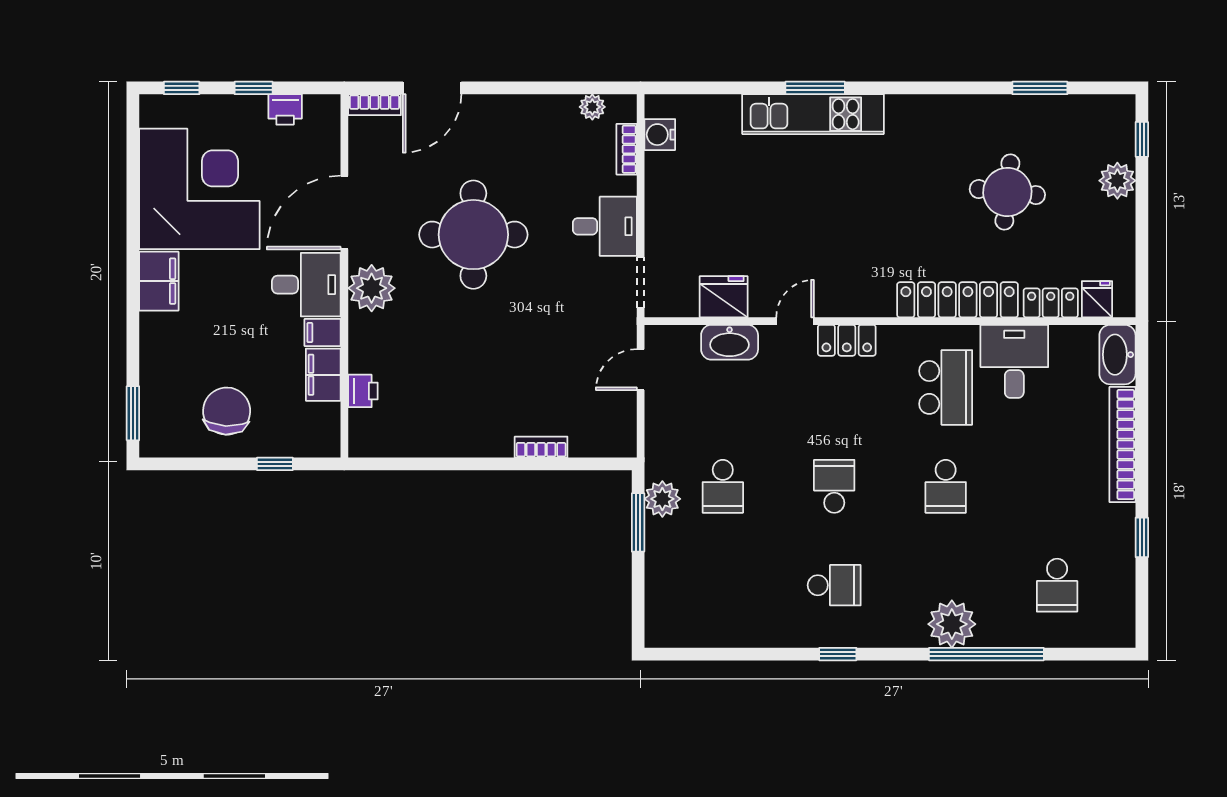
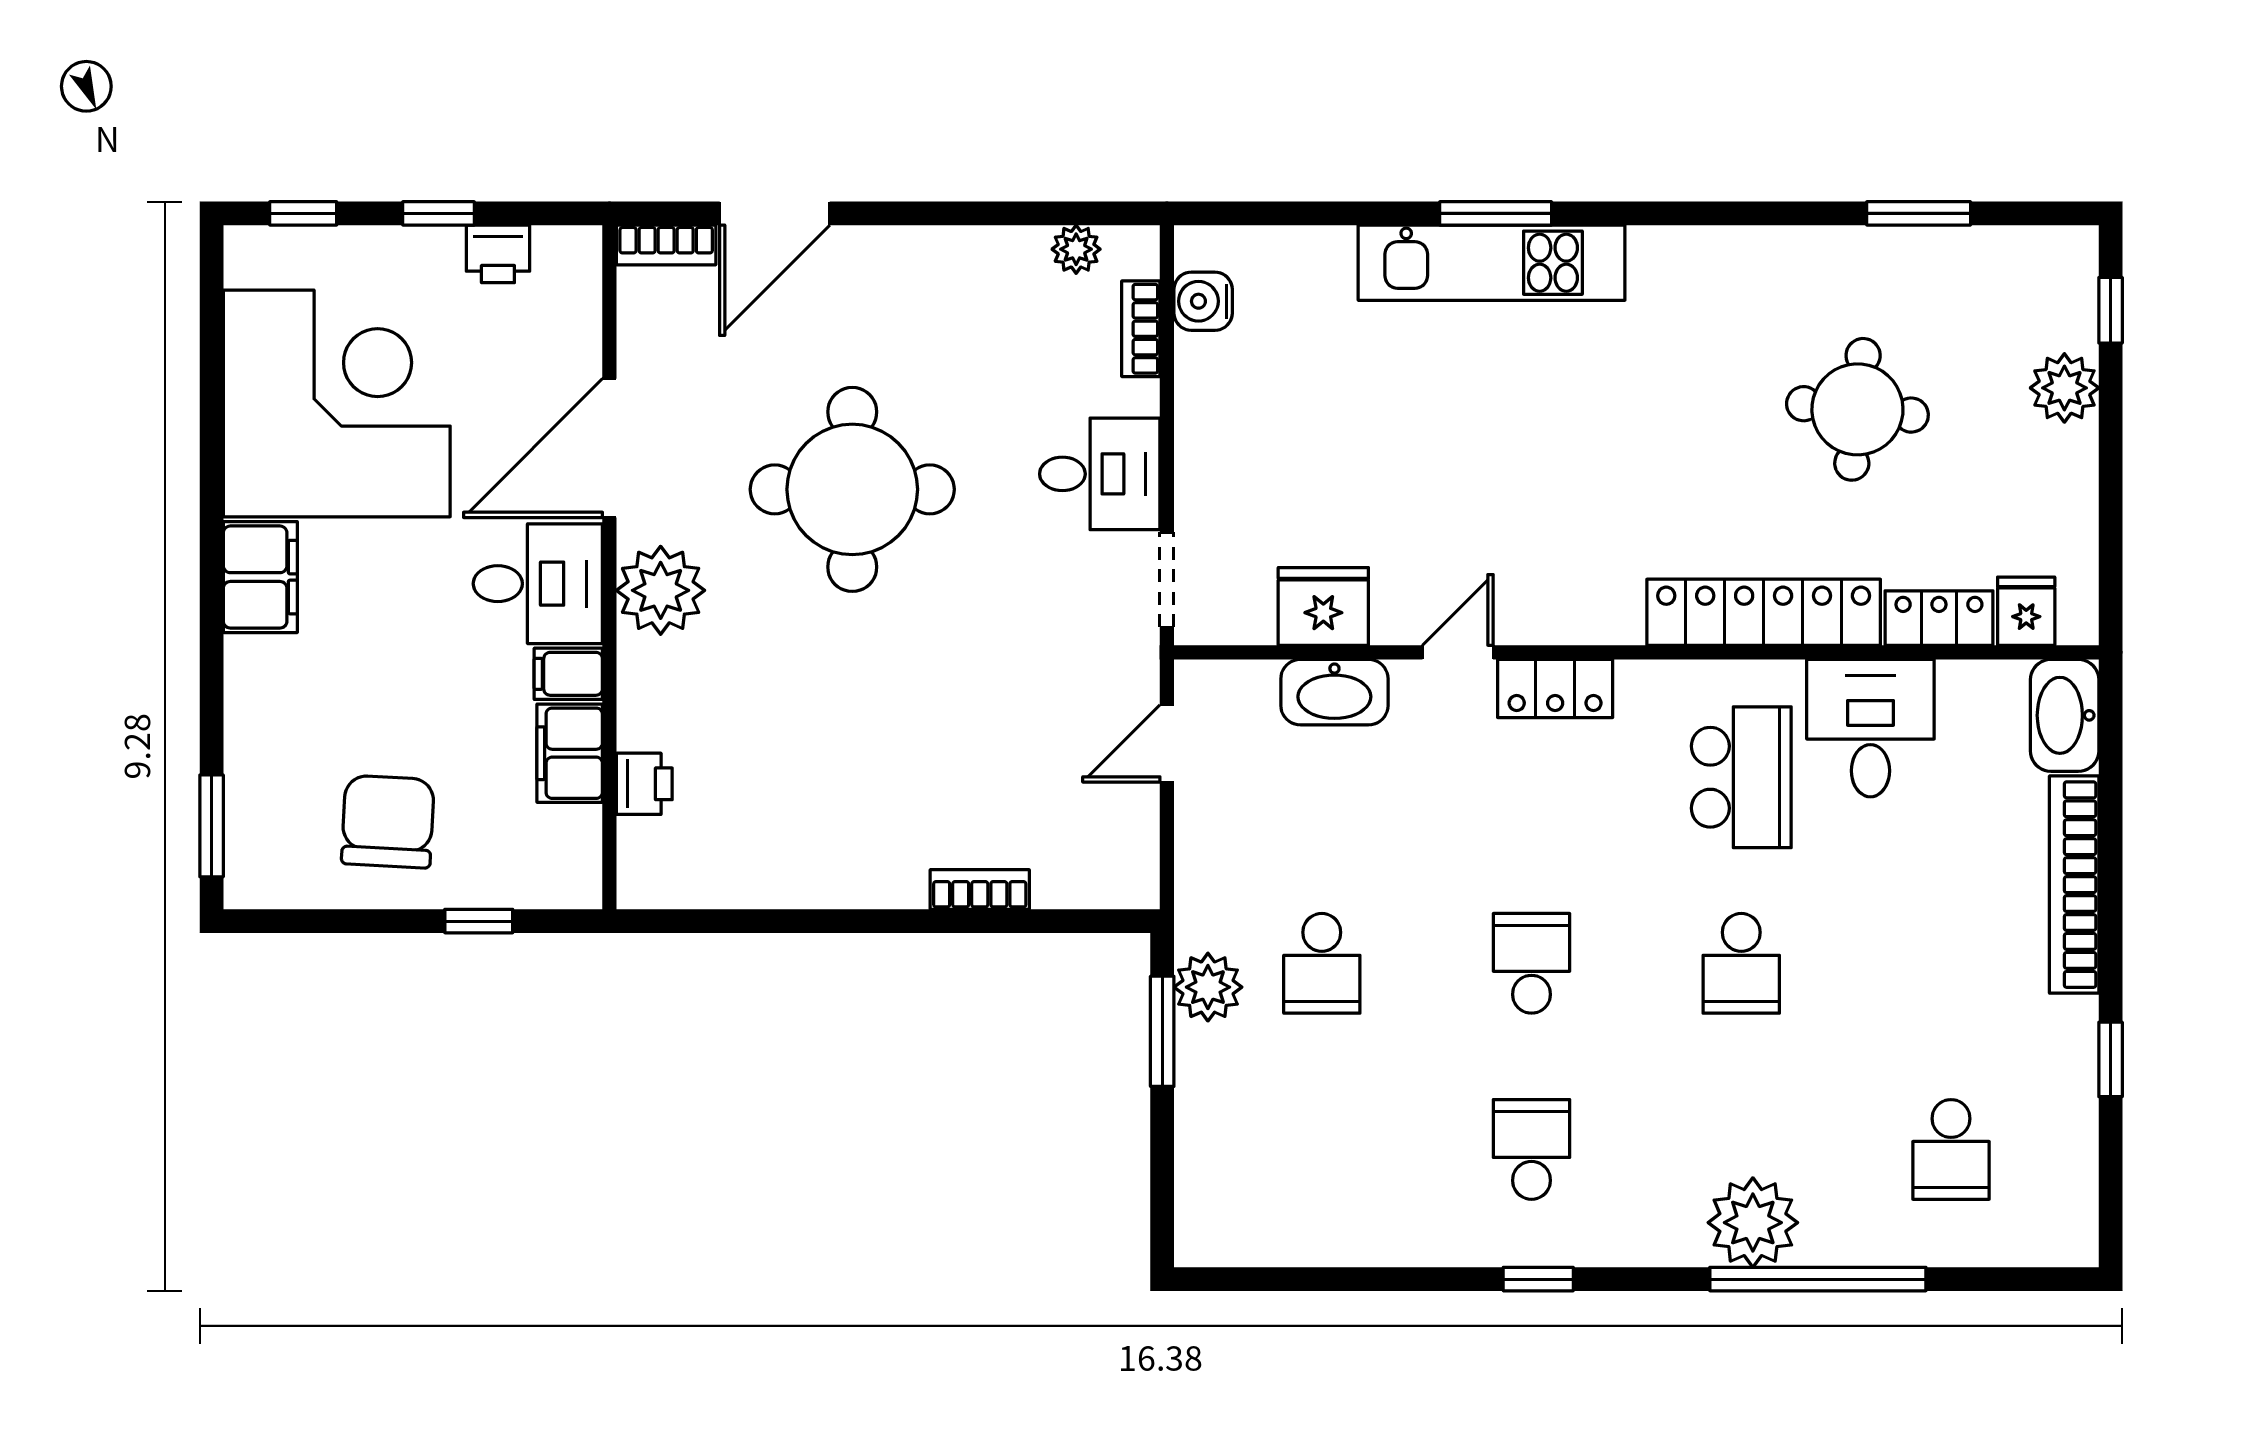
school desk: (834, 585) -> (1532, 1149), turned -90

